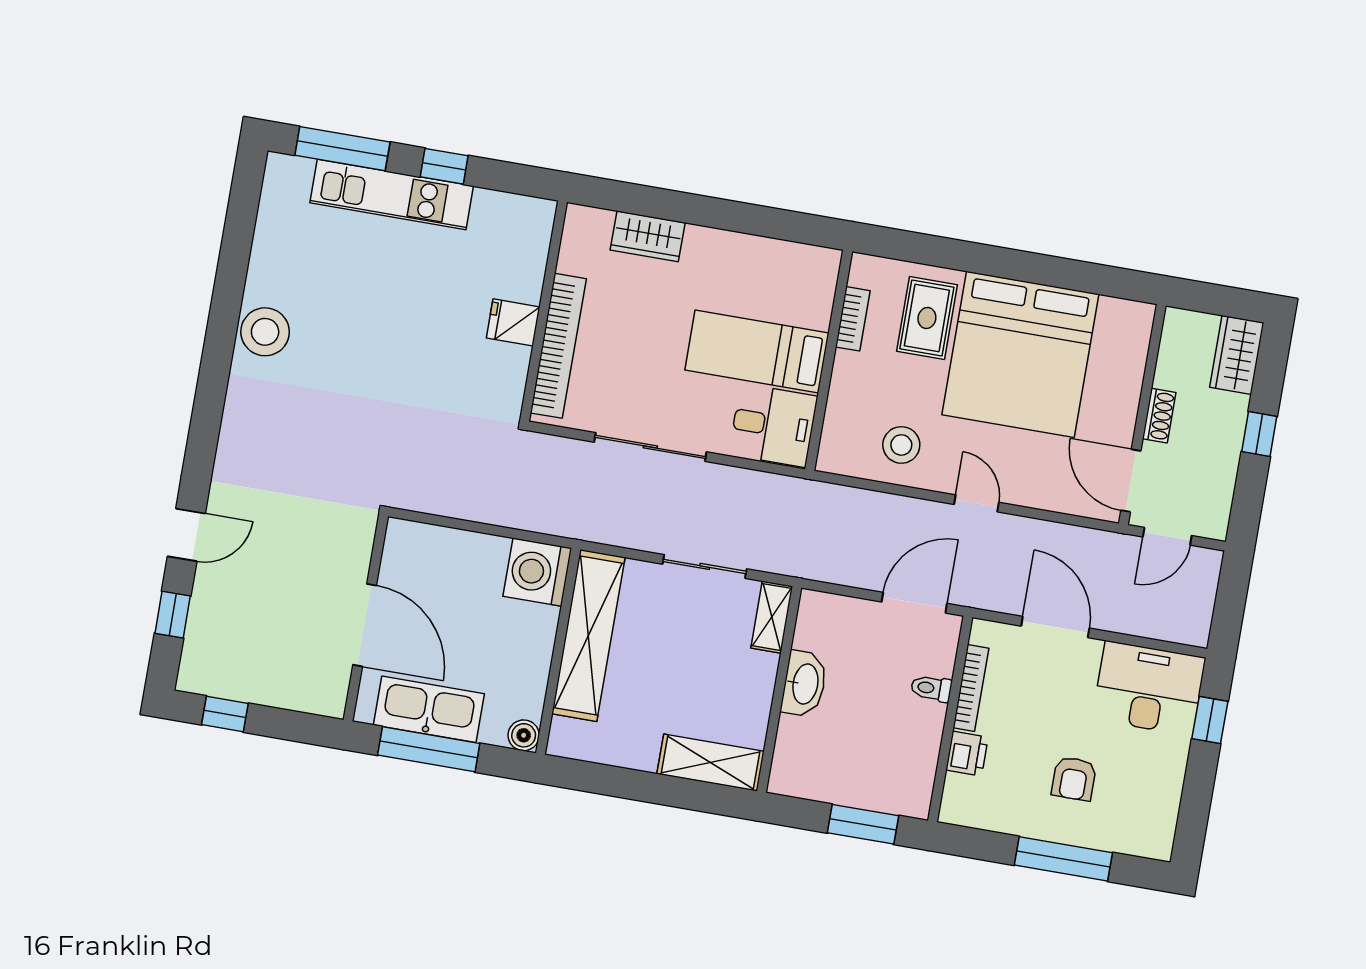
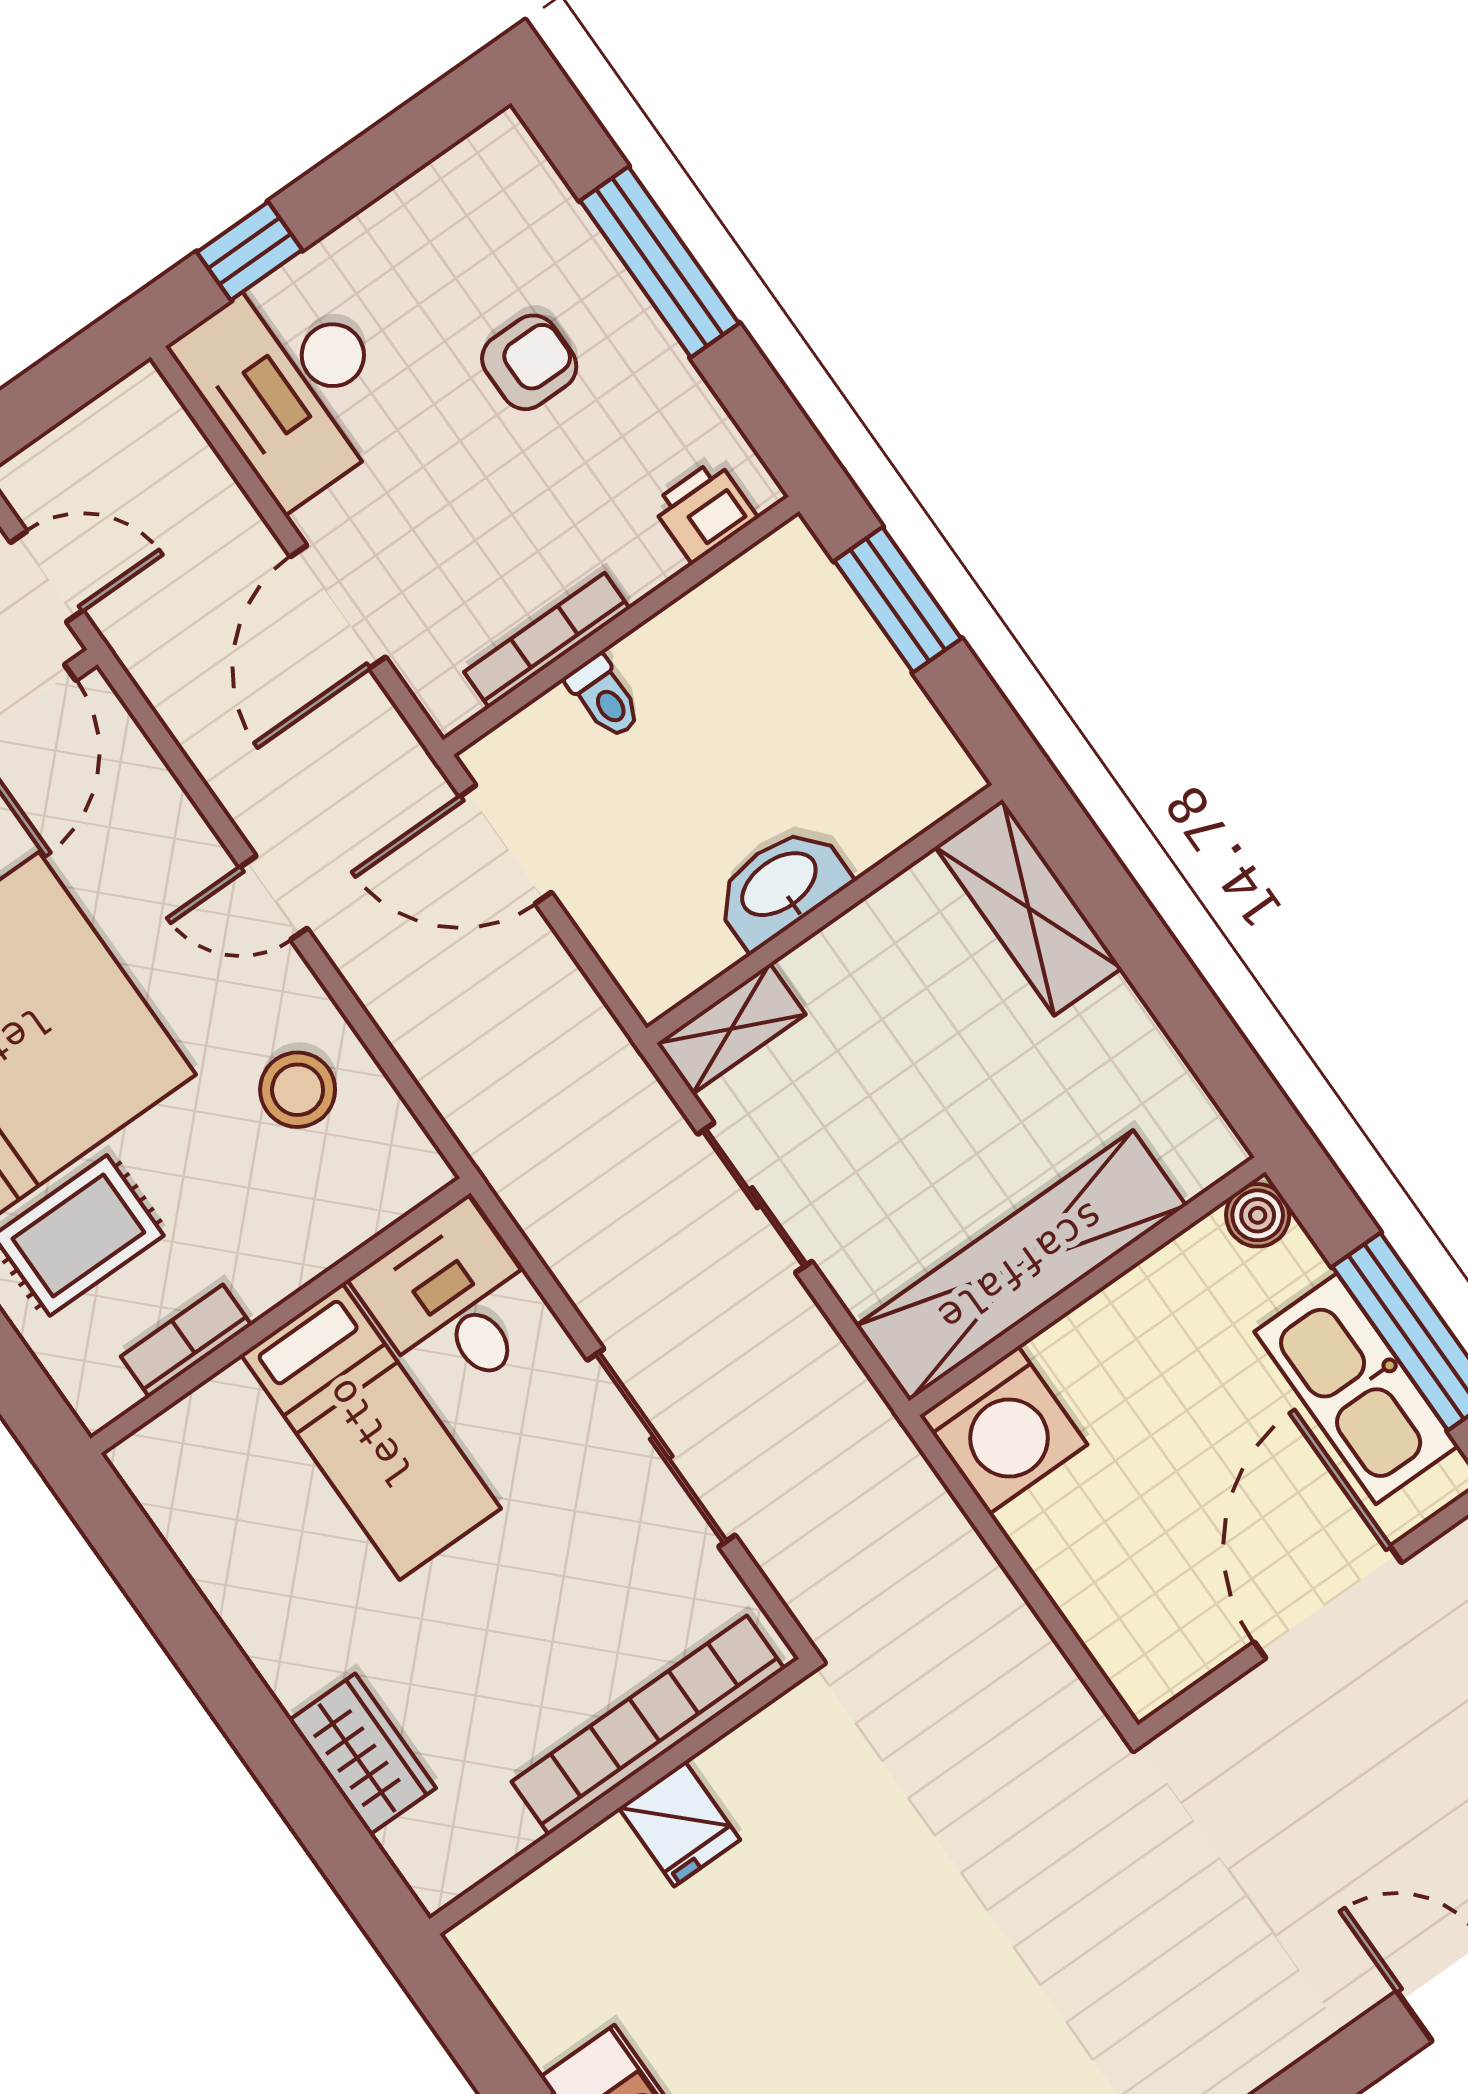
door: (977, 503) -> (273, 898), hinge flipped
printer: (967, 754) -> (704, 511), moved

